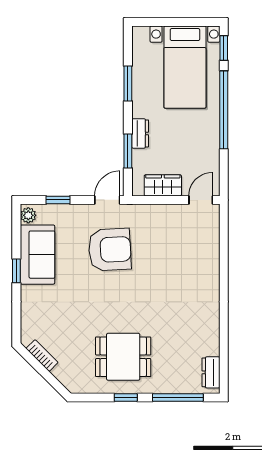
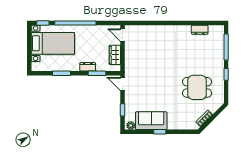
armchair: (110, 250) -> (149, 83), removed
dining table: (123, 357) -> (197, 87), moved, turned 90
dresser: (211, 372) -> (200, 30), moved

